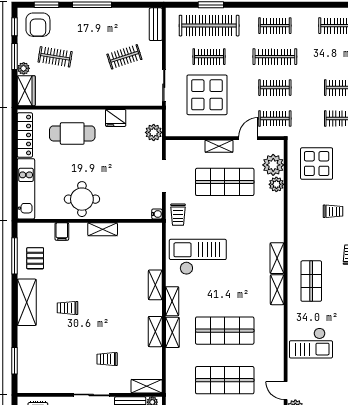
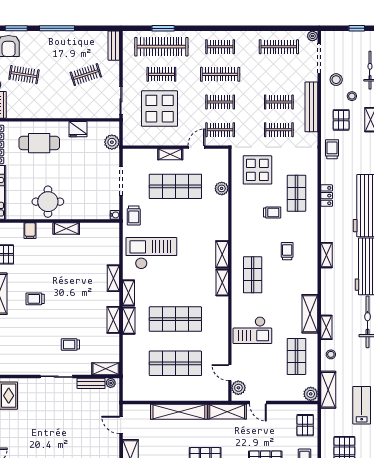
plant: (273, 165) -> (219, 171), removed

